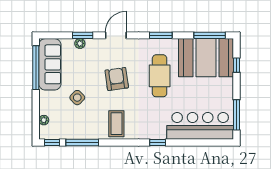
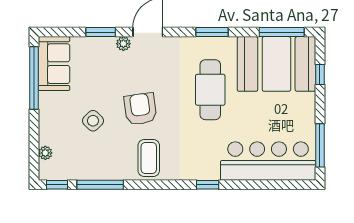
plant: (80, 43) -> (123, 44), moved
sofa: (50, 64) -> (54, 64), width x0.73
armchair: (117, 79) -> (140, 109), moved

